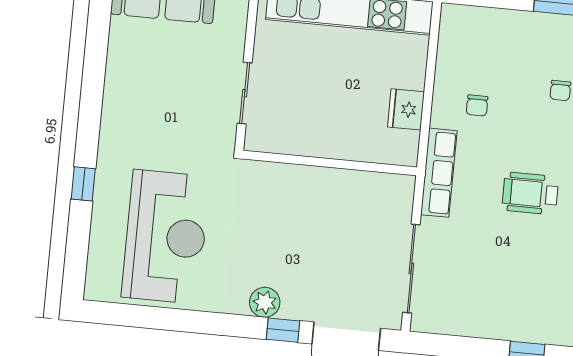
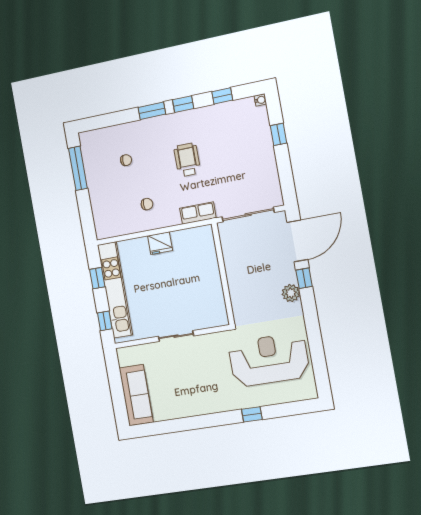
wall: (330, 163) -> (223, 274), moved
row of seats: (439, 173) -> (198, 213), width x0.68
wheelchair: (530, 193) -> (187, 160), turned 180

